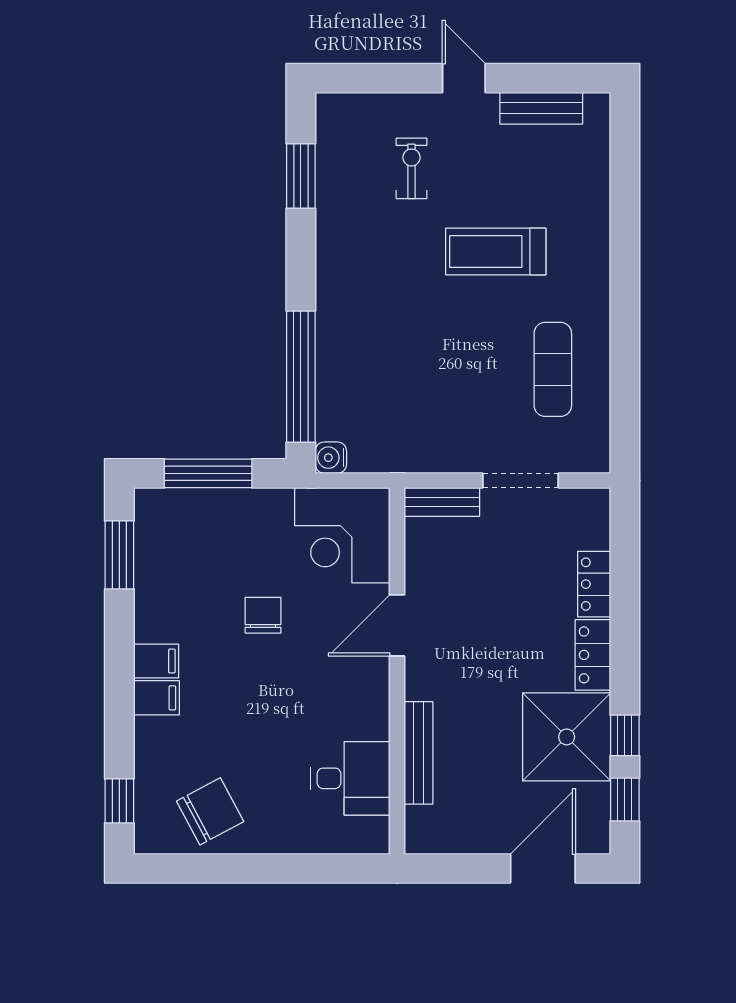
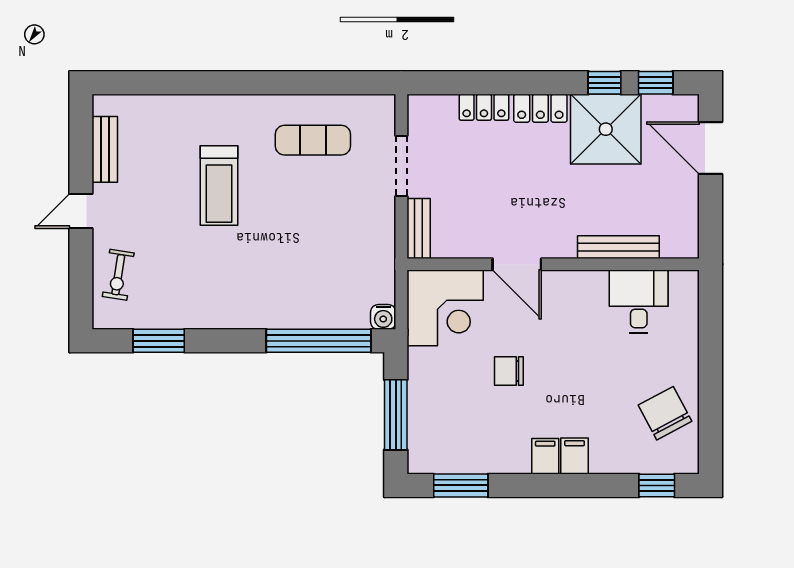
exercise bike: (412, 168) -> (118, 275), moved, turned -81

